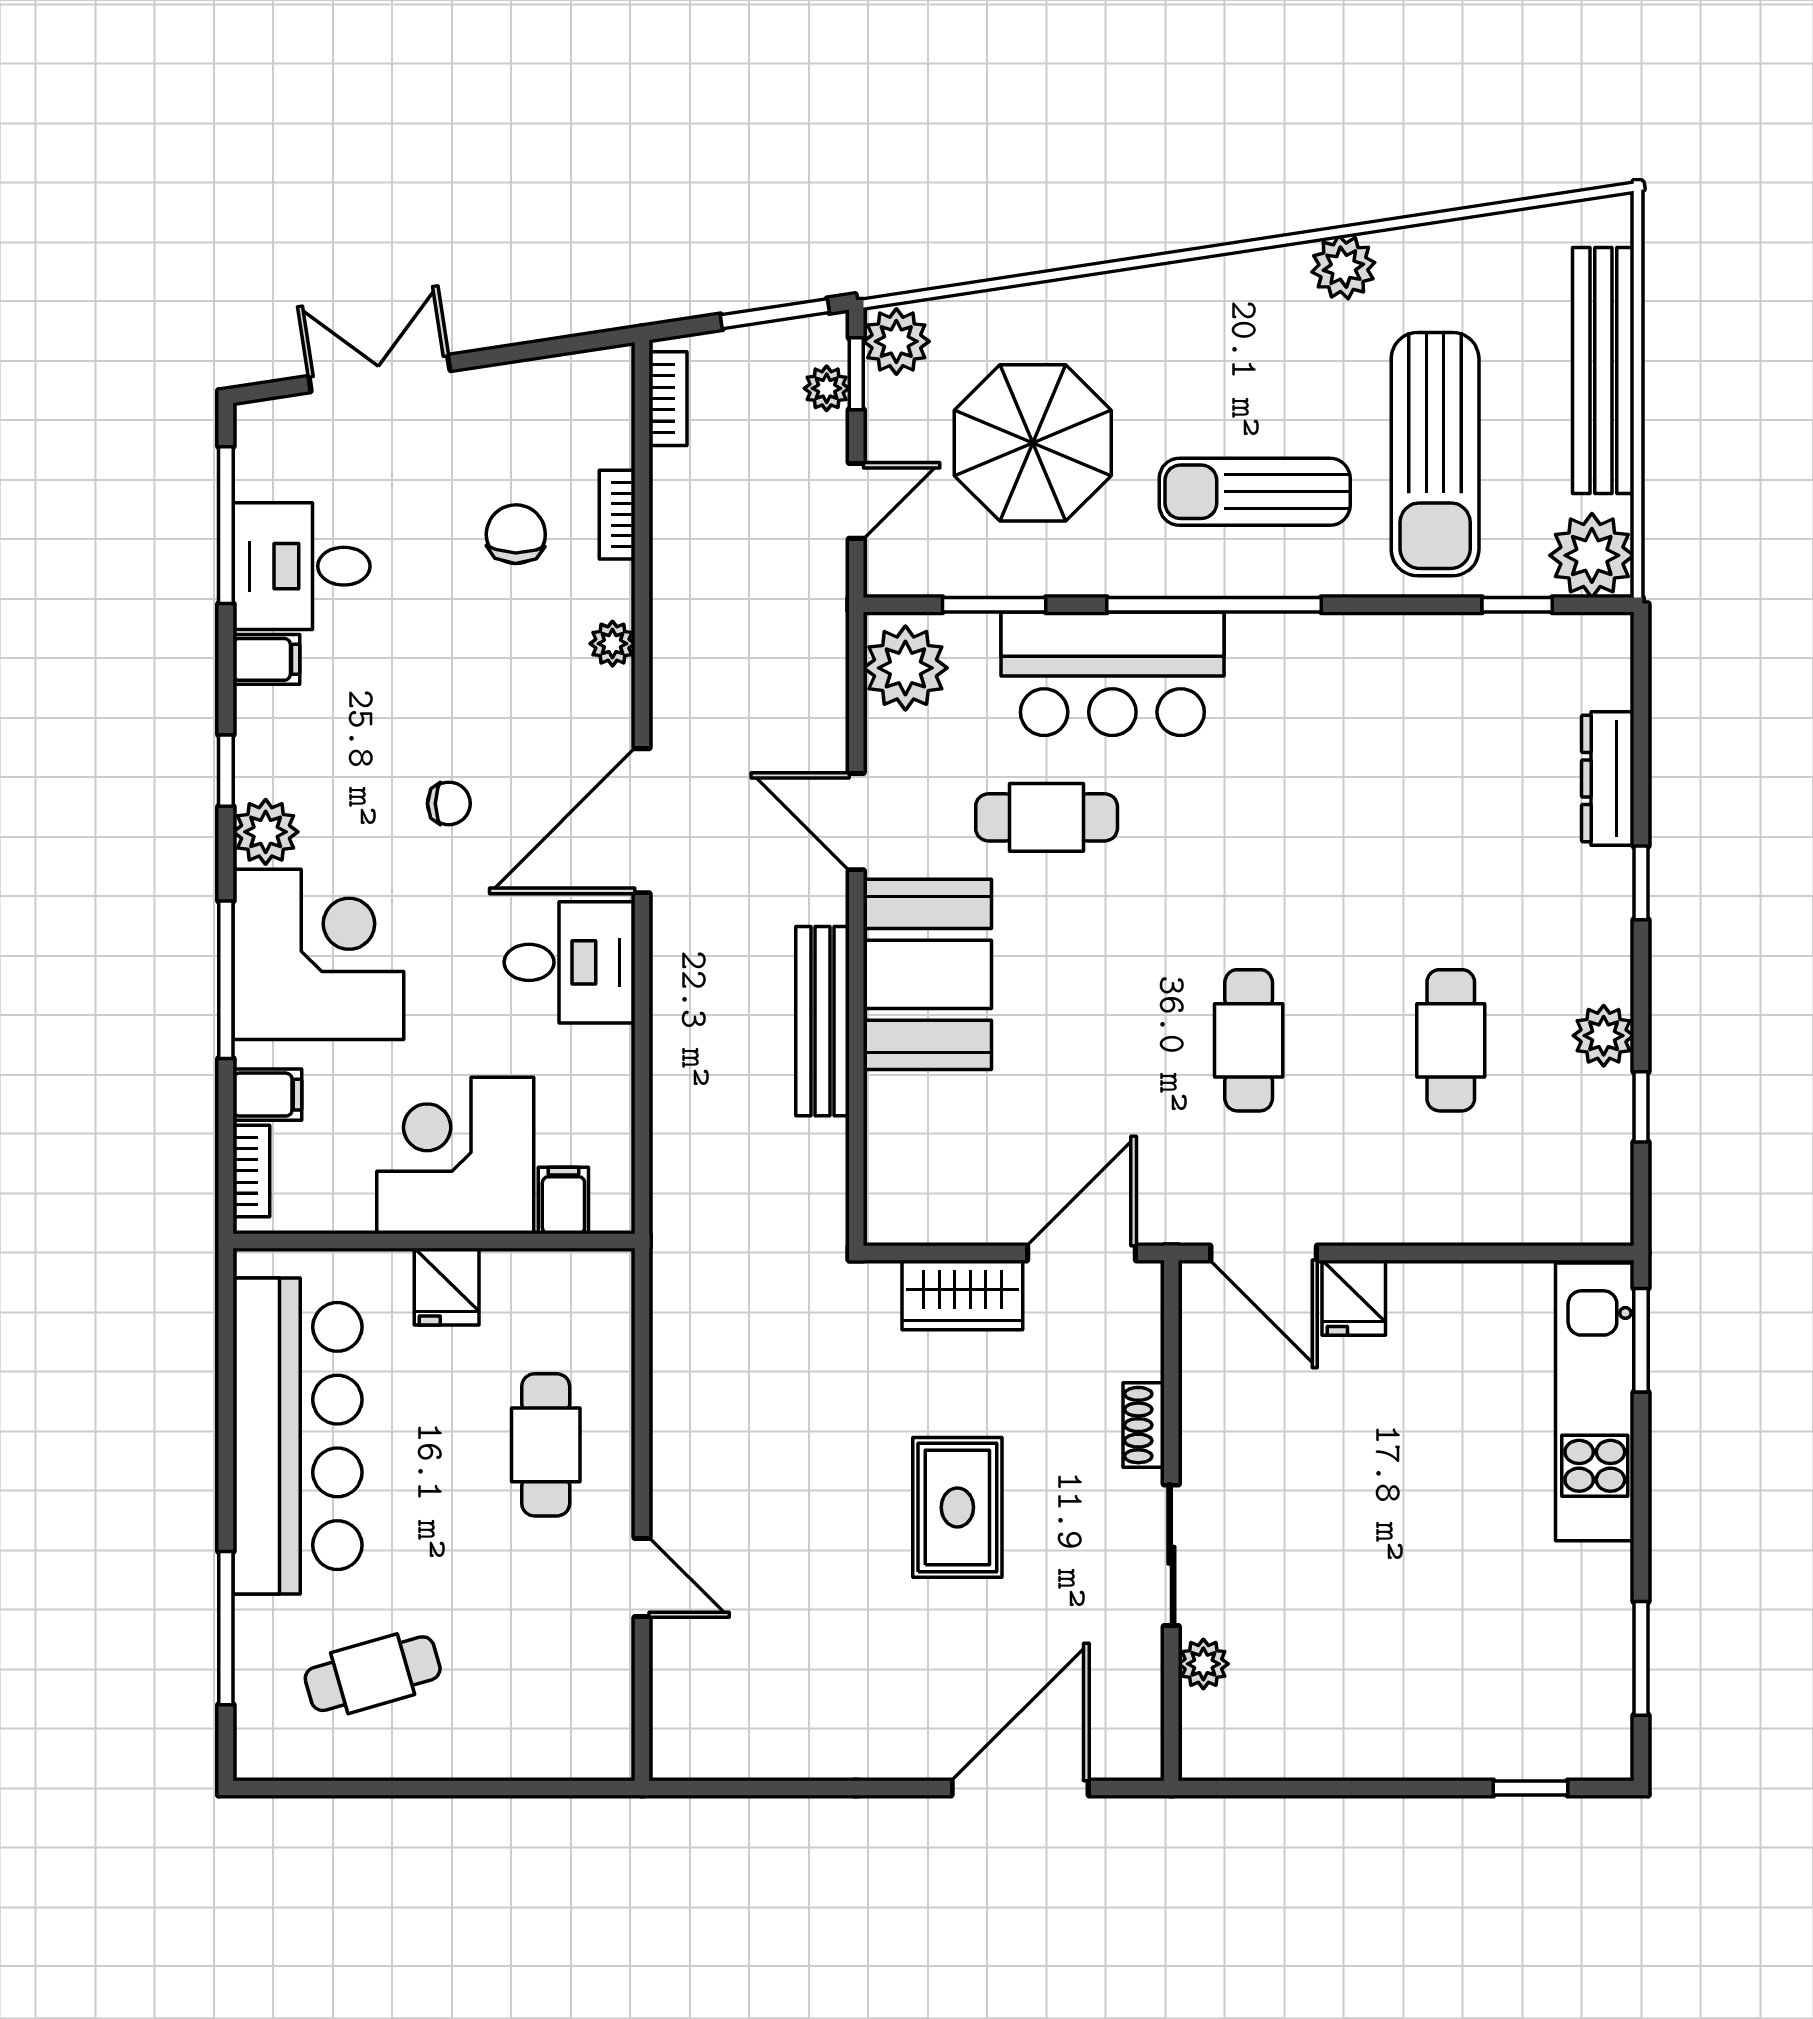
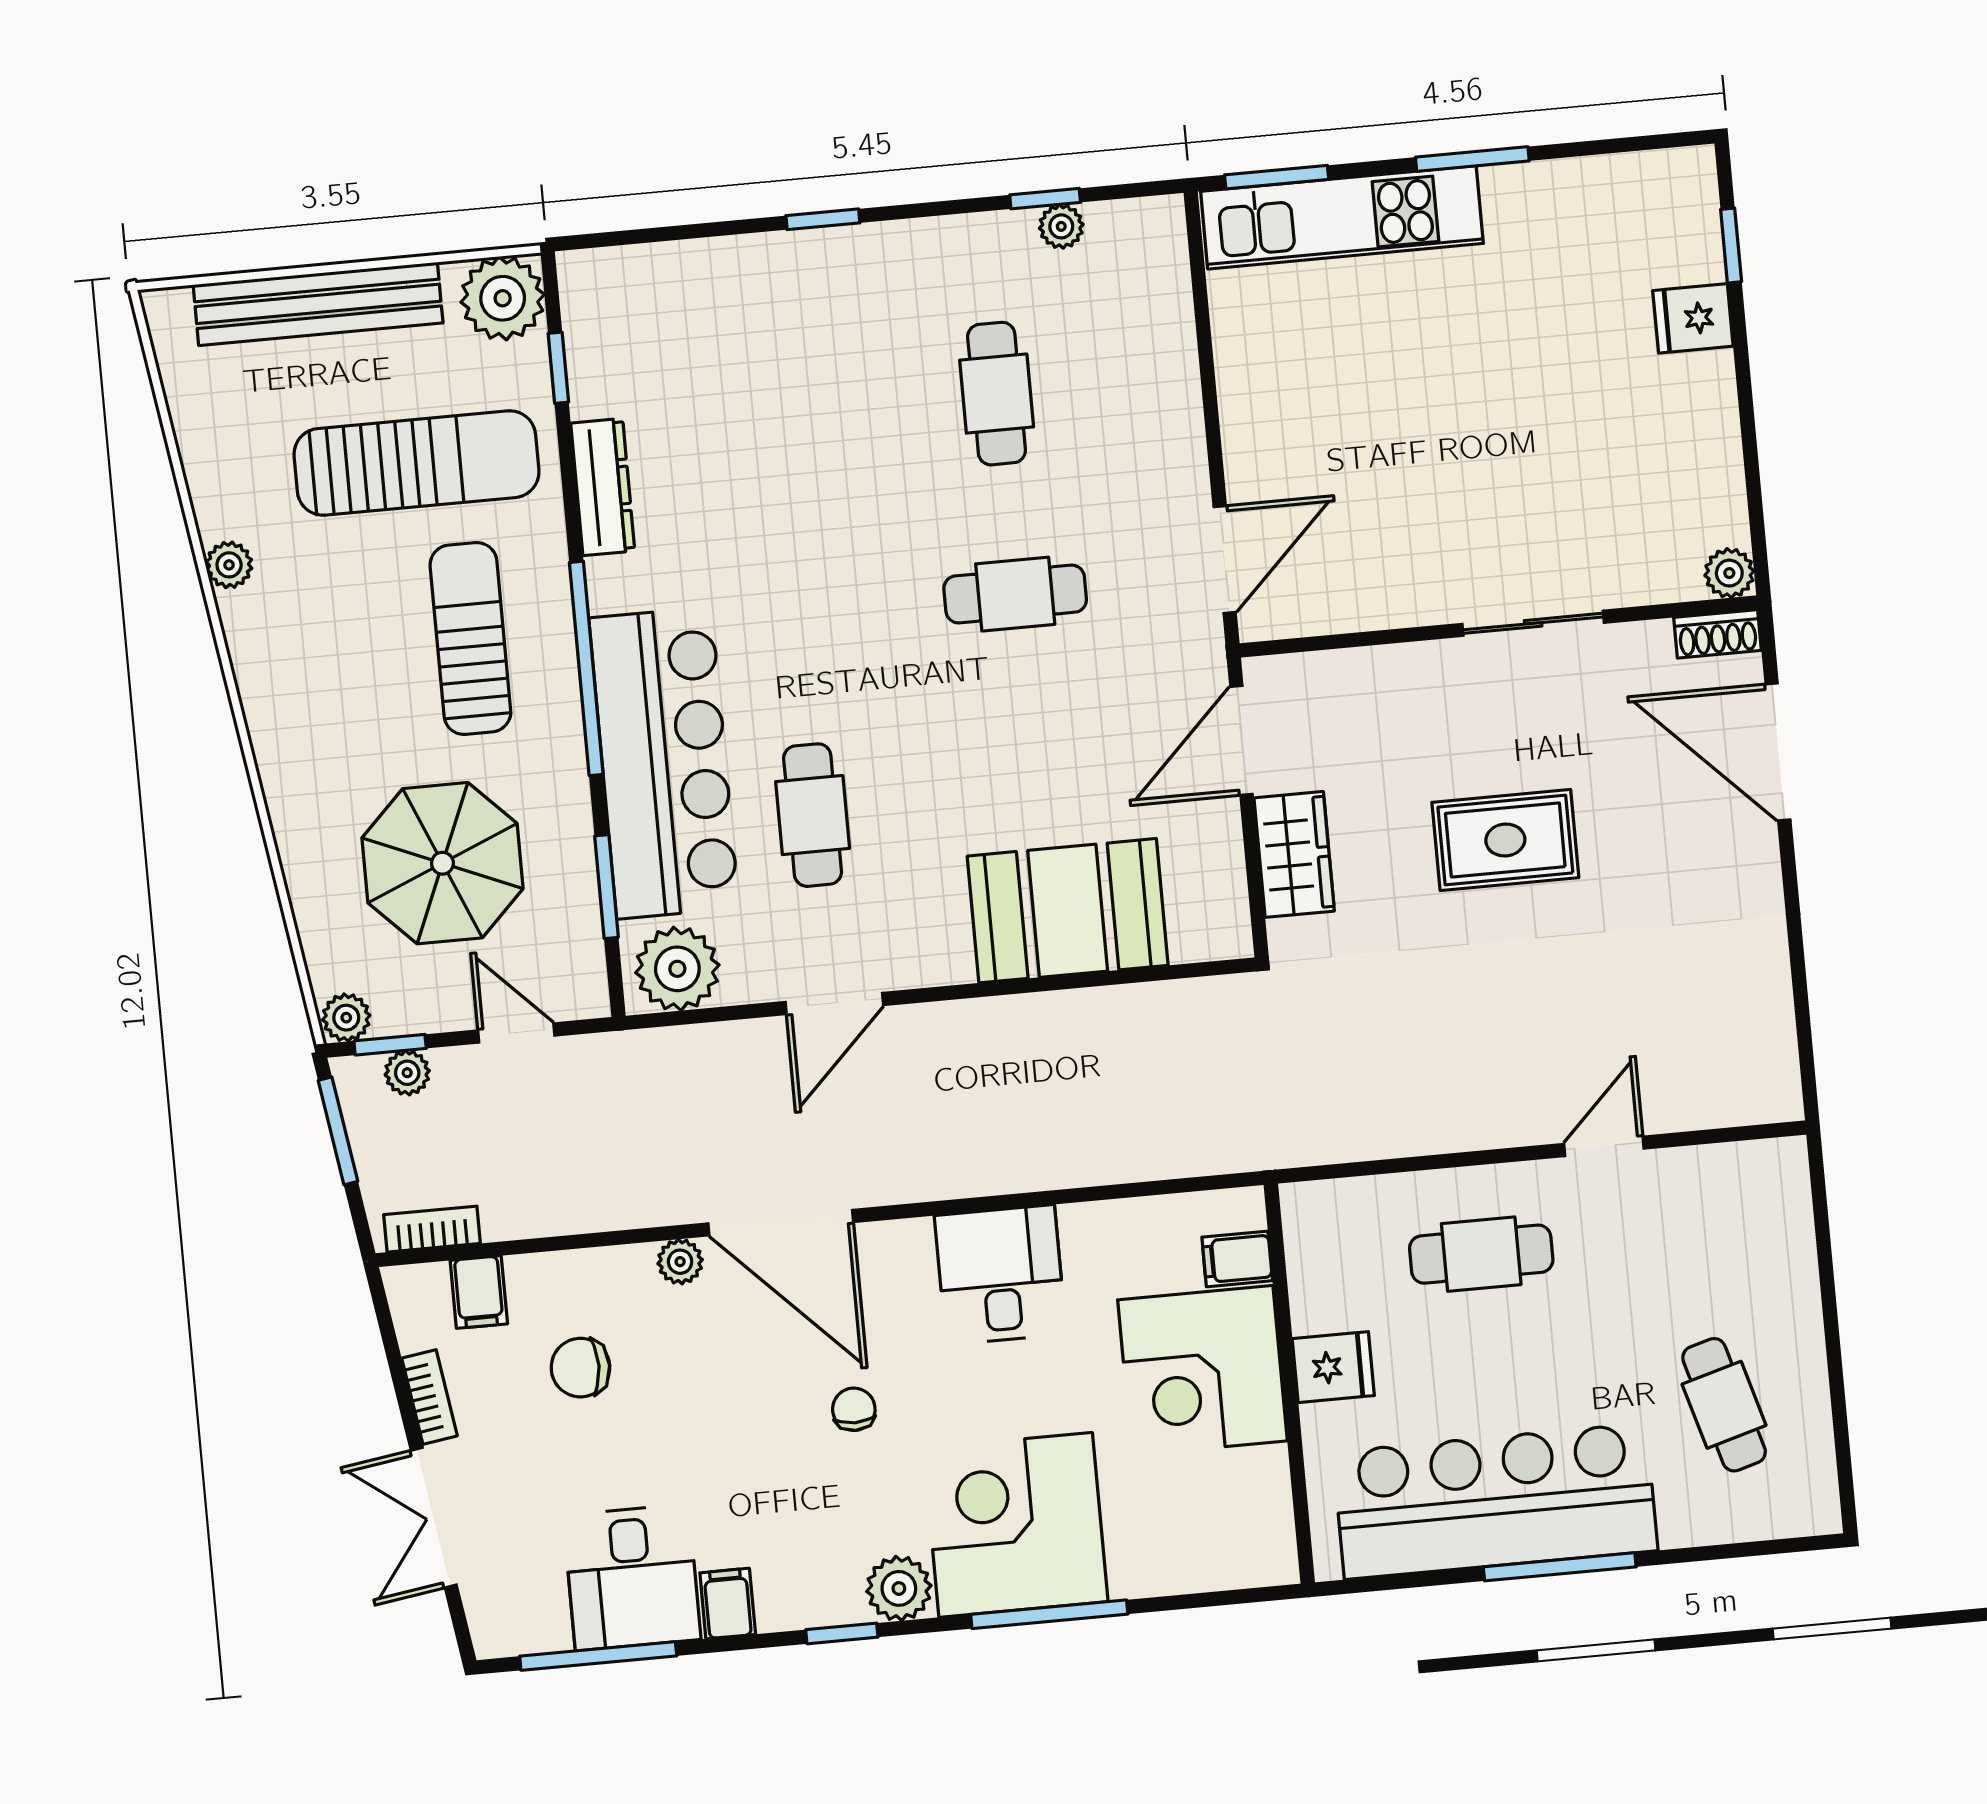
plant: (1343, 267) -> (229, 565), width x0.73, depth x0.73
plant: (896, 341) -> (346, 1018), width x0.73, depth x0.73
sun lounger: (1255, 492) -> (470, 639), turned 180
bookcase: (617, 515) -> (429, 1397), moved, turned -99
bar counter: (1112, 674) -> (664, 763), width x1.36
dresser: (1608, 778) -> (603, 487), moved, turned -90
door: (642, 821) -> (781, 1223), moved
booth: (927, 974) -> (1068, 911), moved
bench: (822, 1021) -> (1035, 1019), removed
plant: (1604, 1036) -> (1061, 226), moved, width x0.73, depth x0.73
cafe table: (1451, 1040) -> (997, 394), turned 90
filing cabinet: (267, 1095) -> (479, 1292), moved, turned 180
bookcase: (251, 1171) -> (1237, 1571), removed
door: (1081, 1253) -> (1241, 740), hinge flipped
fridge: (1354, 1298) -> (1693, 318), moved, turned 180
shoe rack: (1144, 1425) -> (1718, 634), moved
window: (226, 1628) -> (1560, 1567), moved
window: (1641, 1658) -> (1472, 159), moved
plant: (1203, 1664) -> (1729, 573), moved

